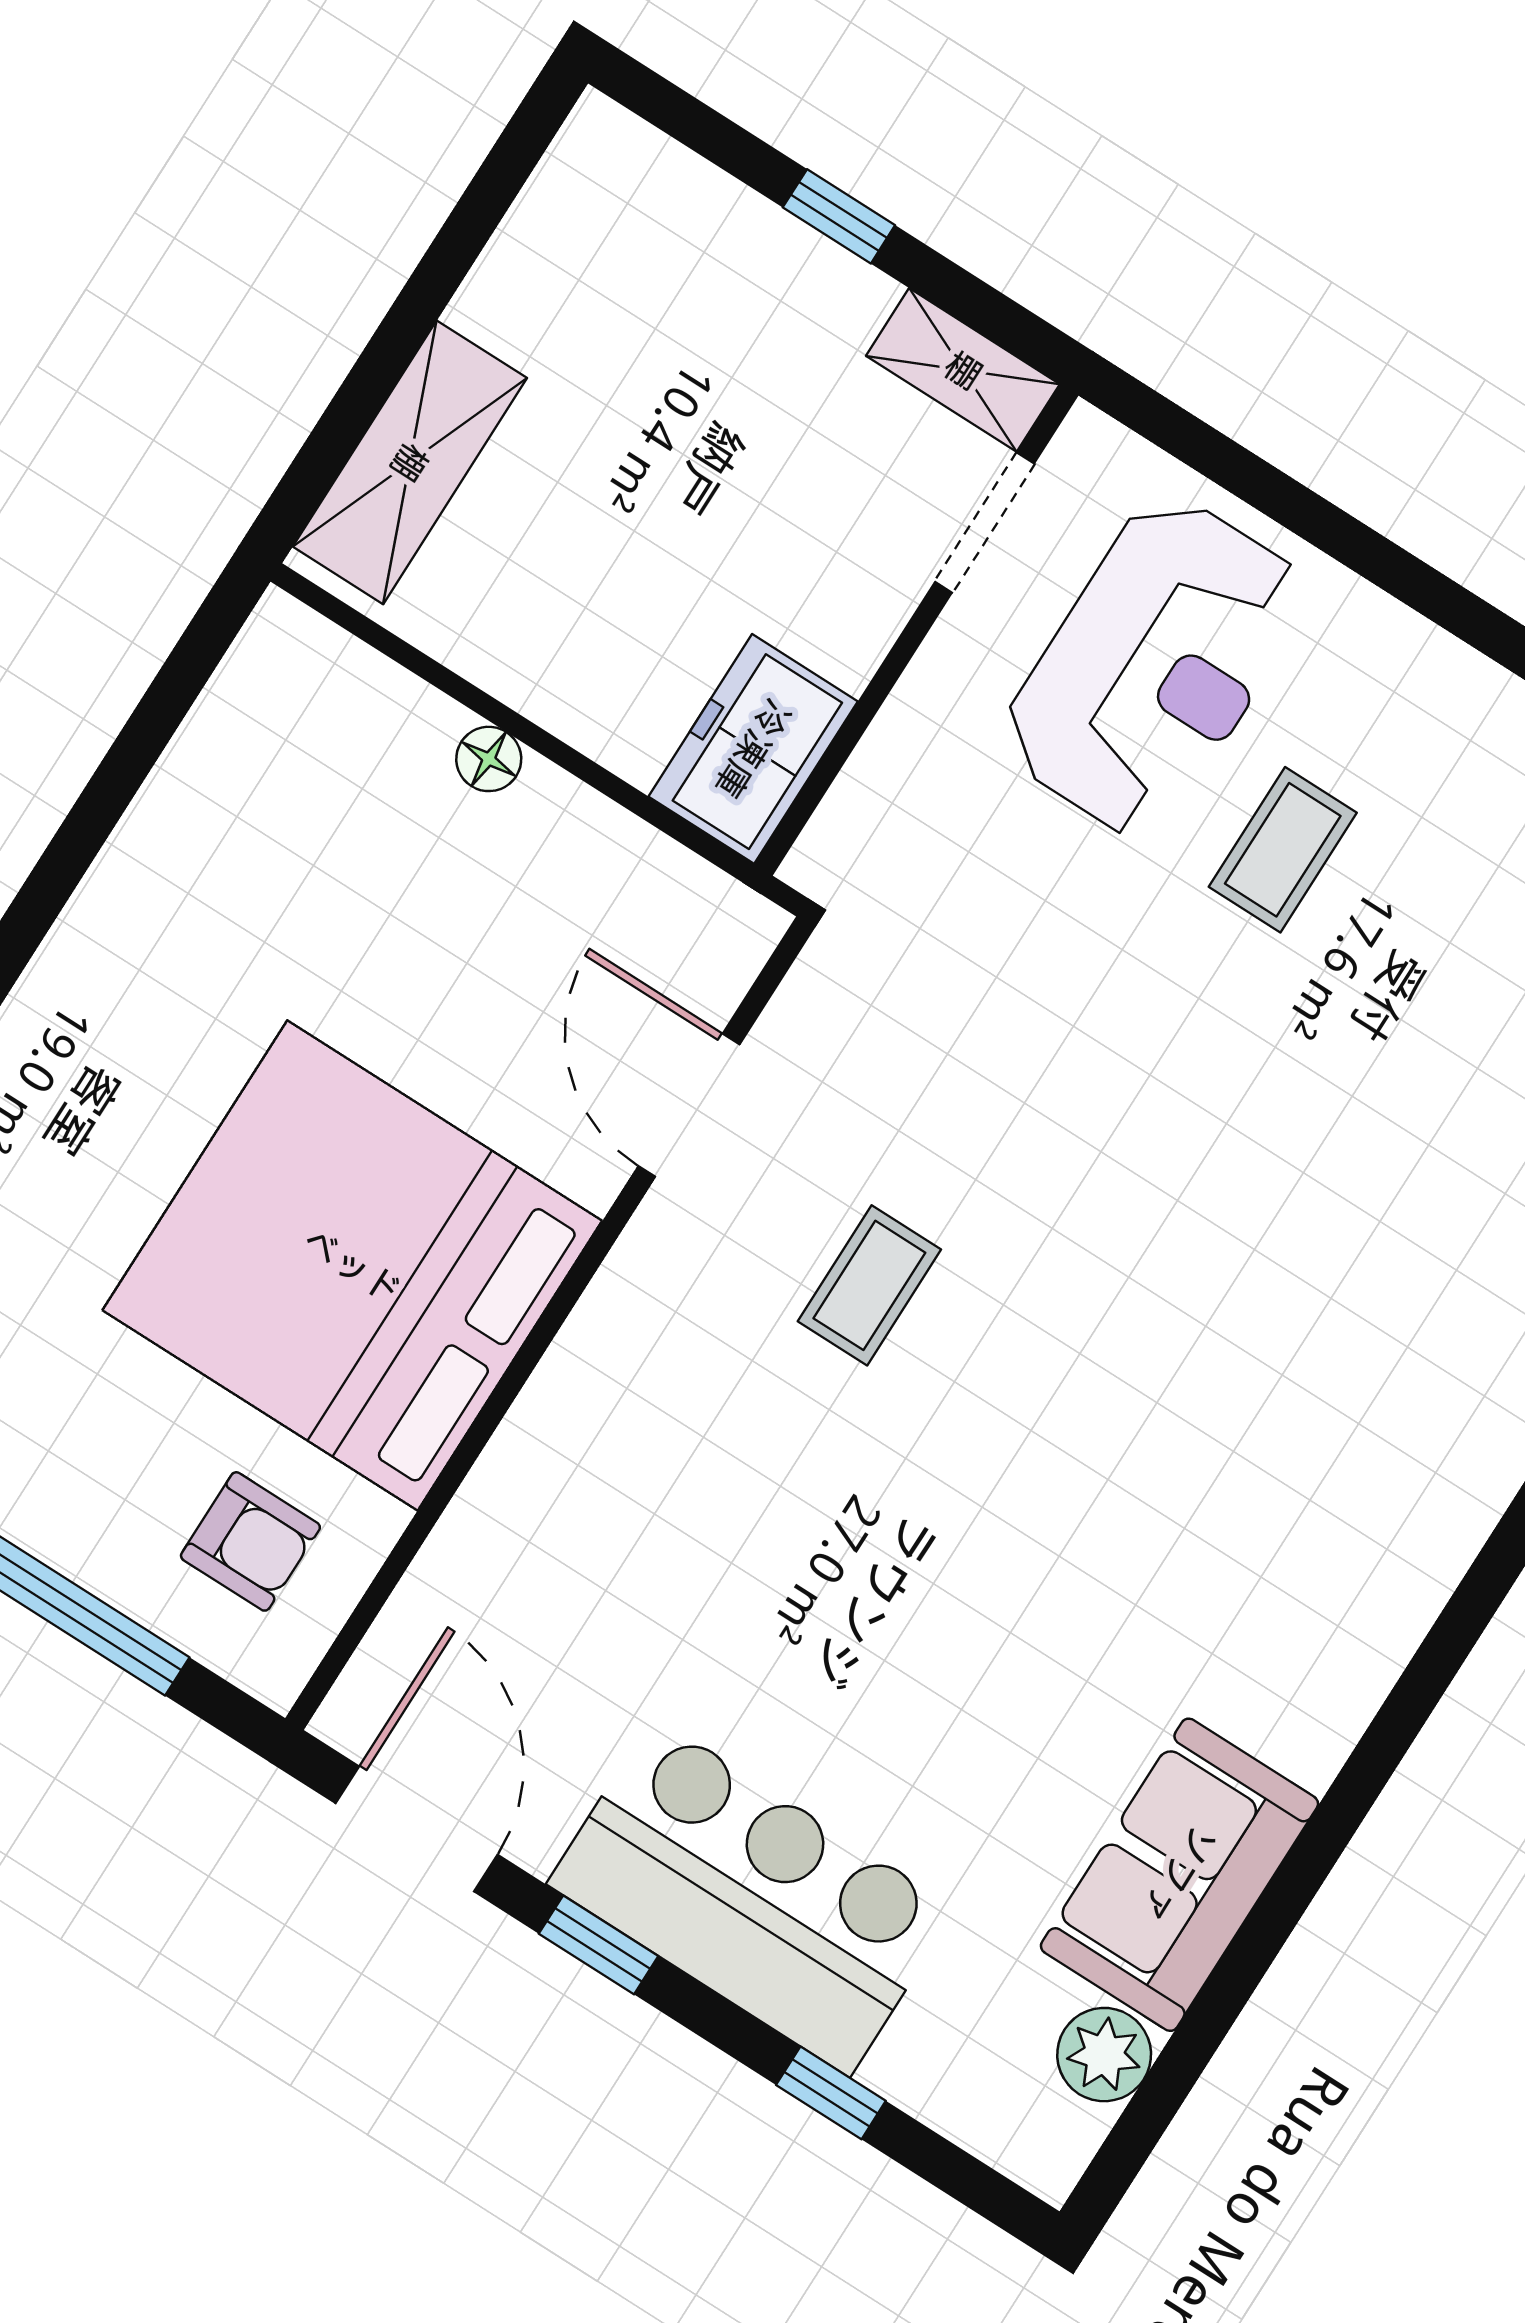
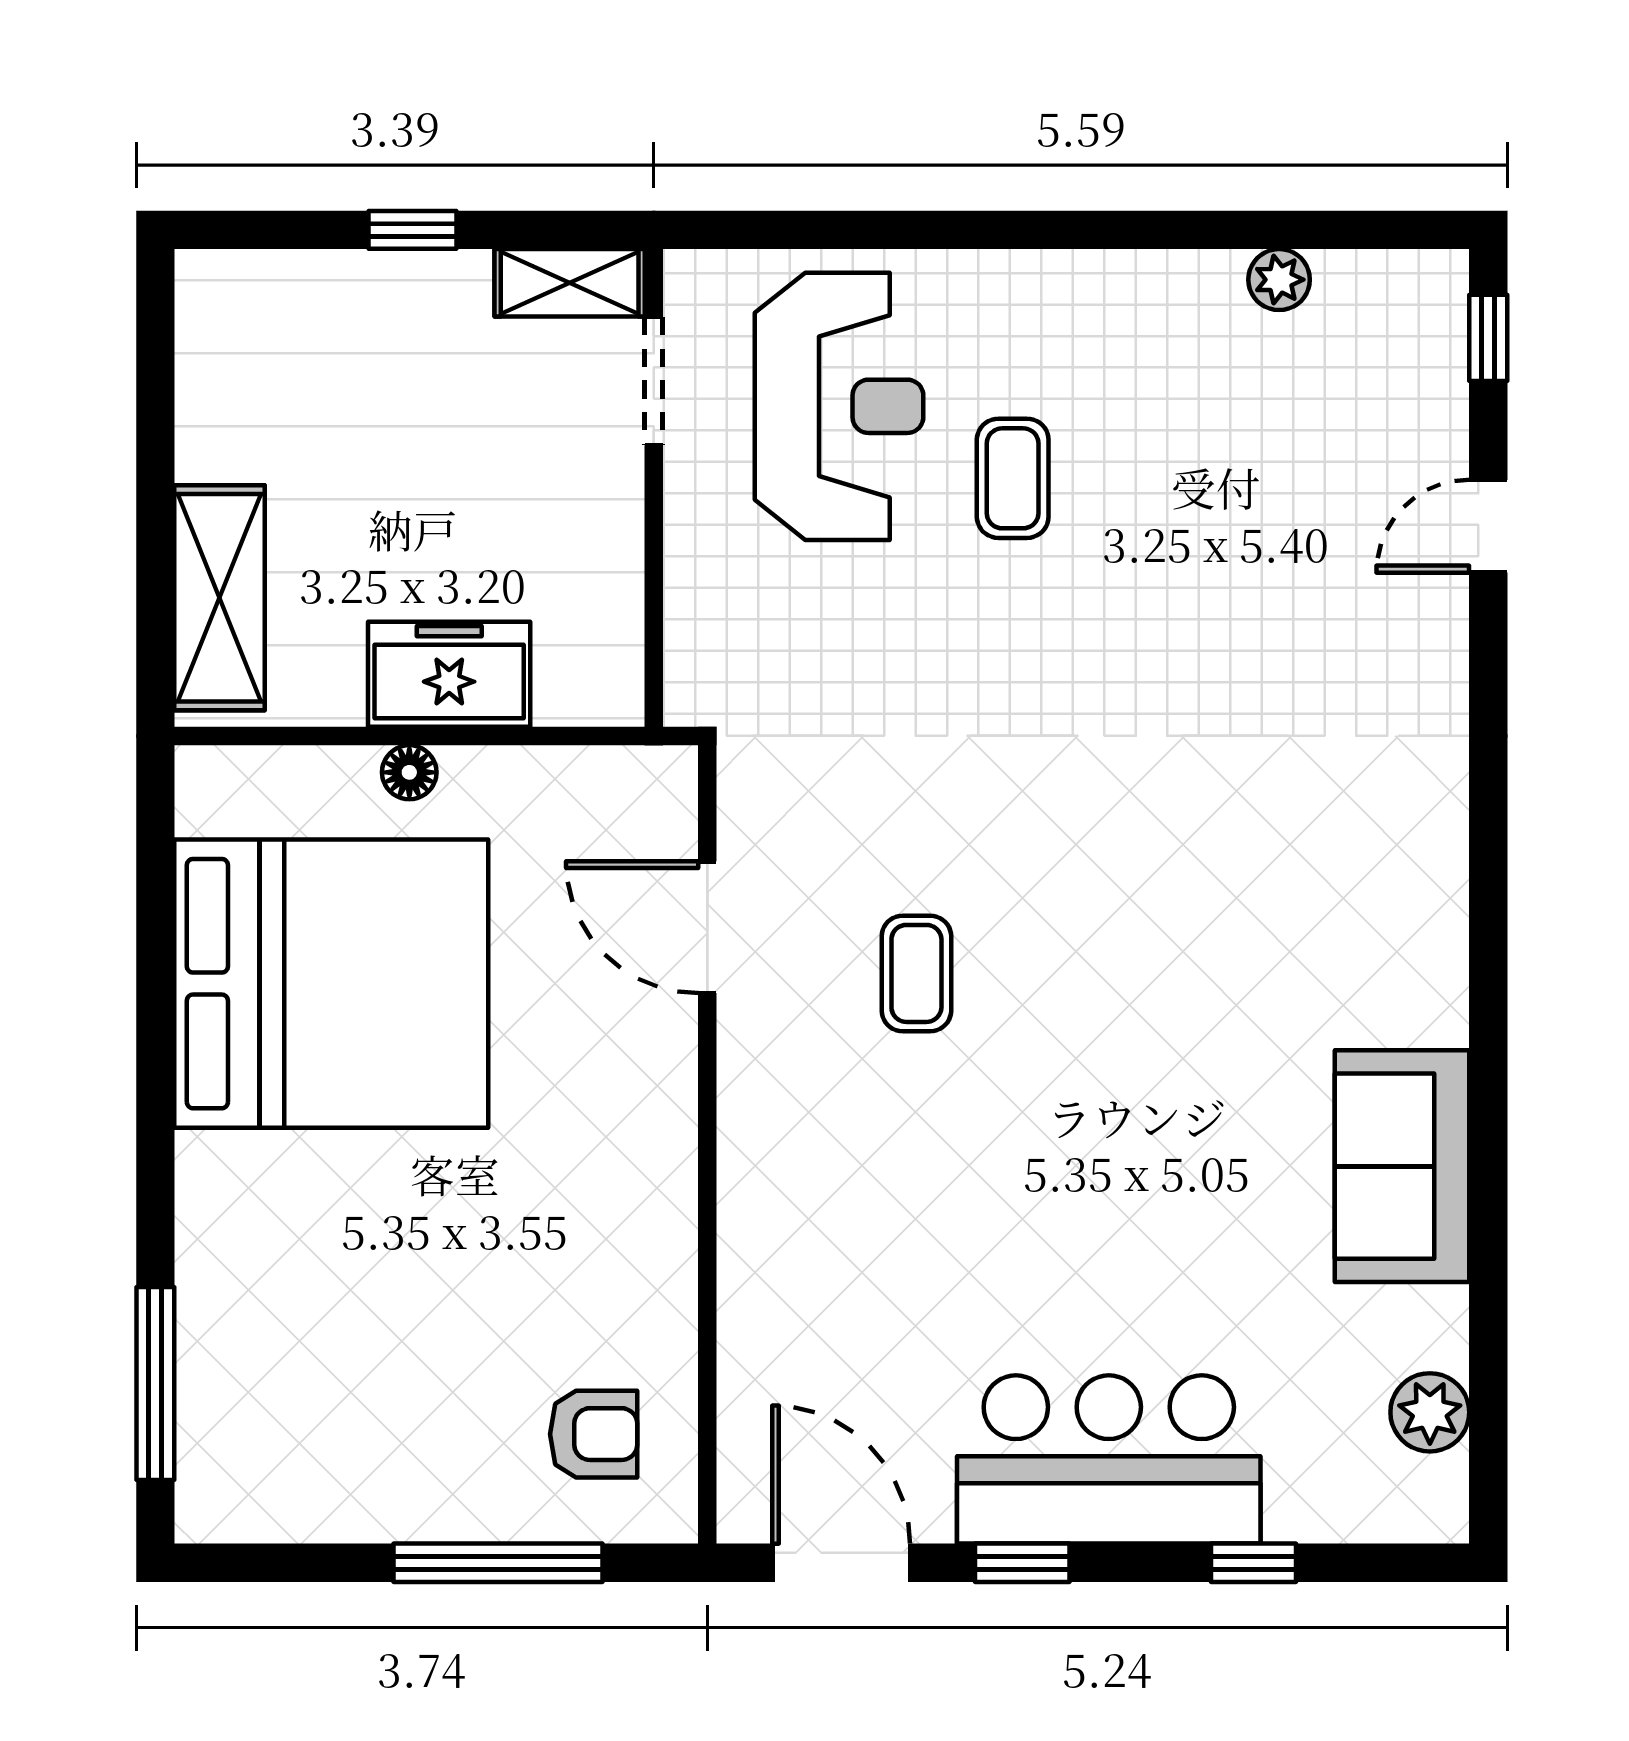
freezer: (753, 749) -> (449, 674), moved, turned 90
bed: (352, 1265) -> (331, 984), moved, turned 180
sofa: (1179, 1875) -> (1402, 1166), moved

